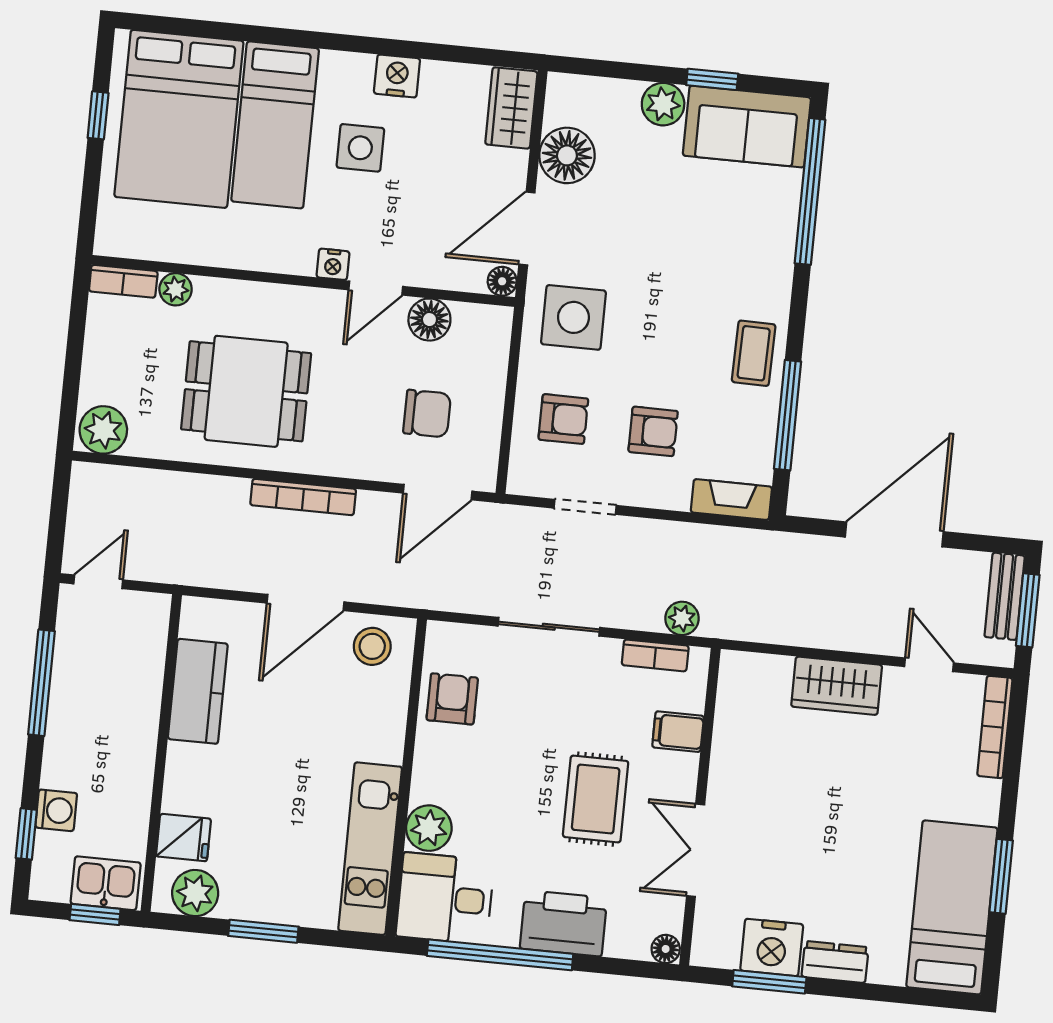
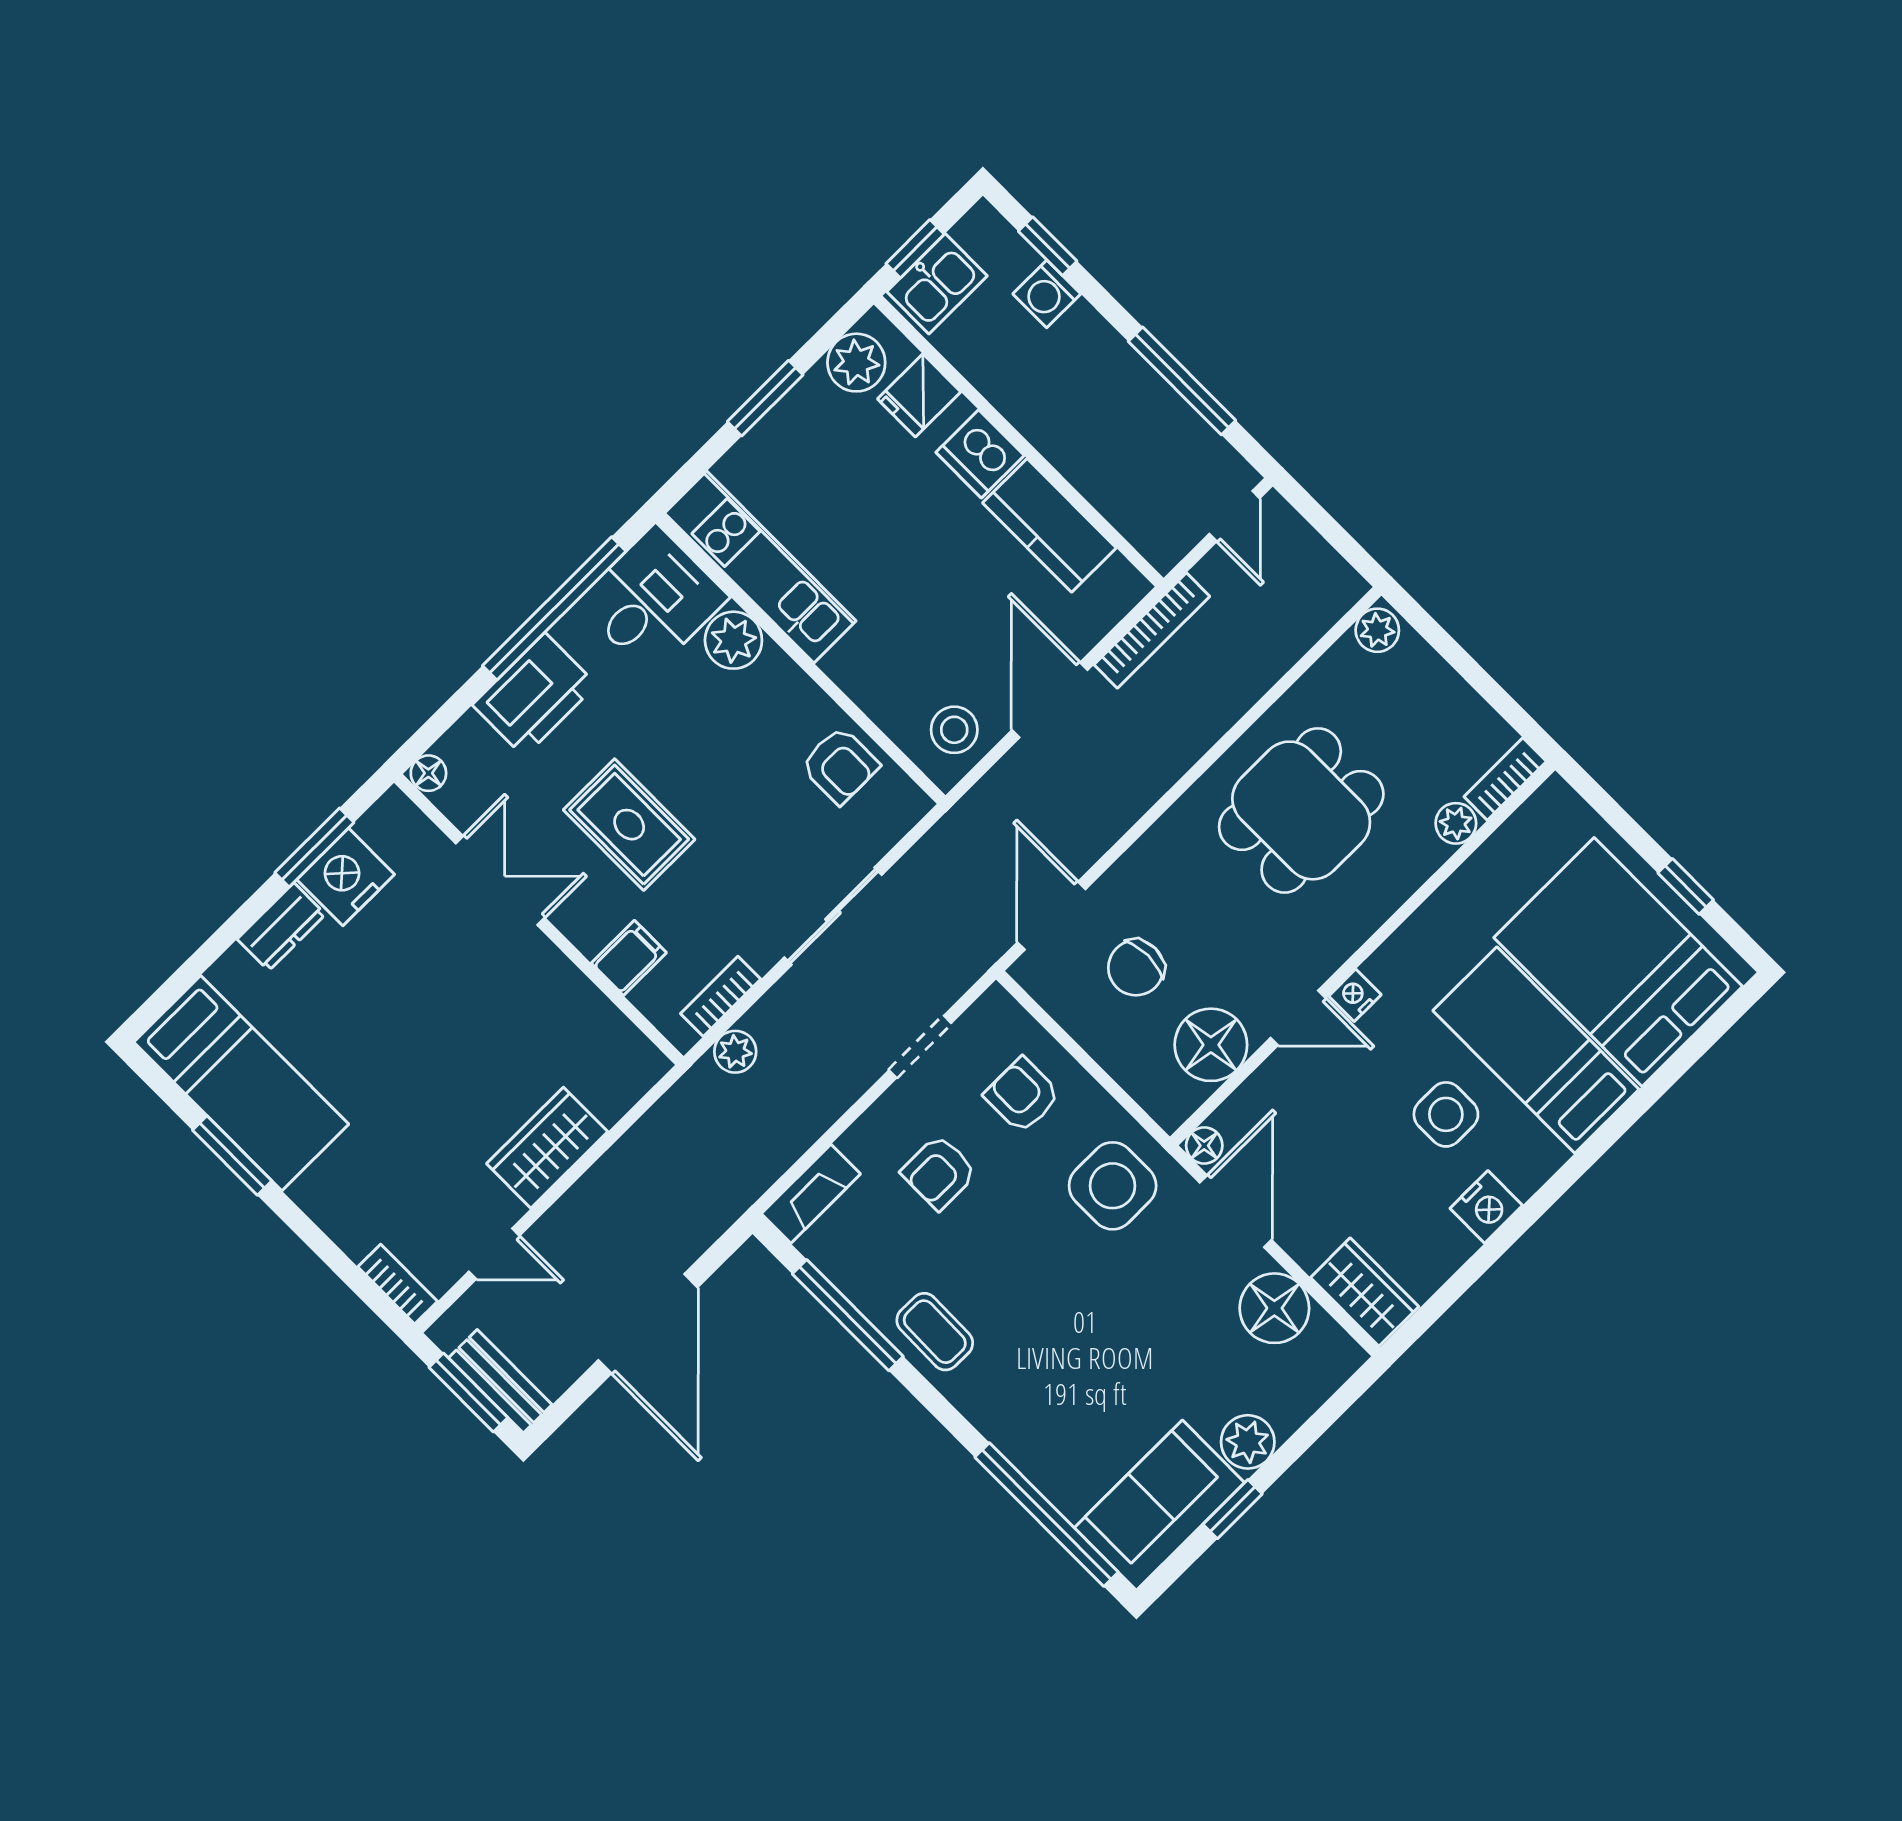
door: (376, 288) -> (1298, 1018), swing flipped
floor lamp: (429, 320) -> (1211, 1045), width x1.38, depth x1.38
armchair: (563, 419) -> (1022, 1095), turned 90
plant: (103, 430) -> (1377, 630), width x0.73, depth x0.73
bookcase: (303, 497) -> (1152, 631), moved, turned 180
bookcase: (995, 727) -> (398, 1284), width x0.64
dishwasher: (189, 770) -> (980, 454), added

